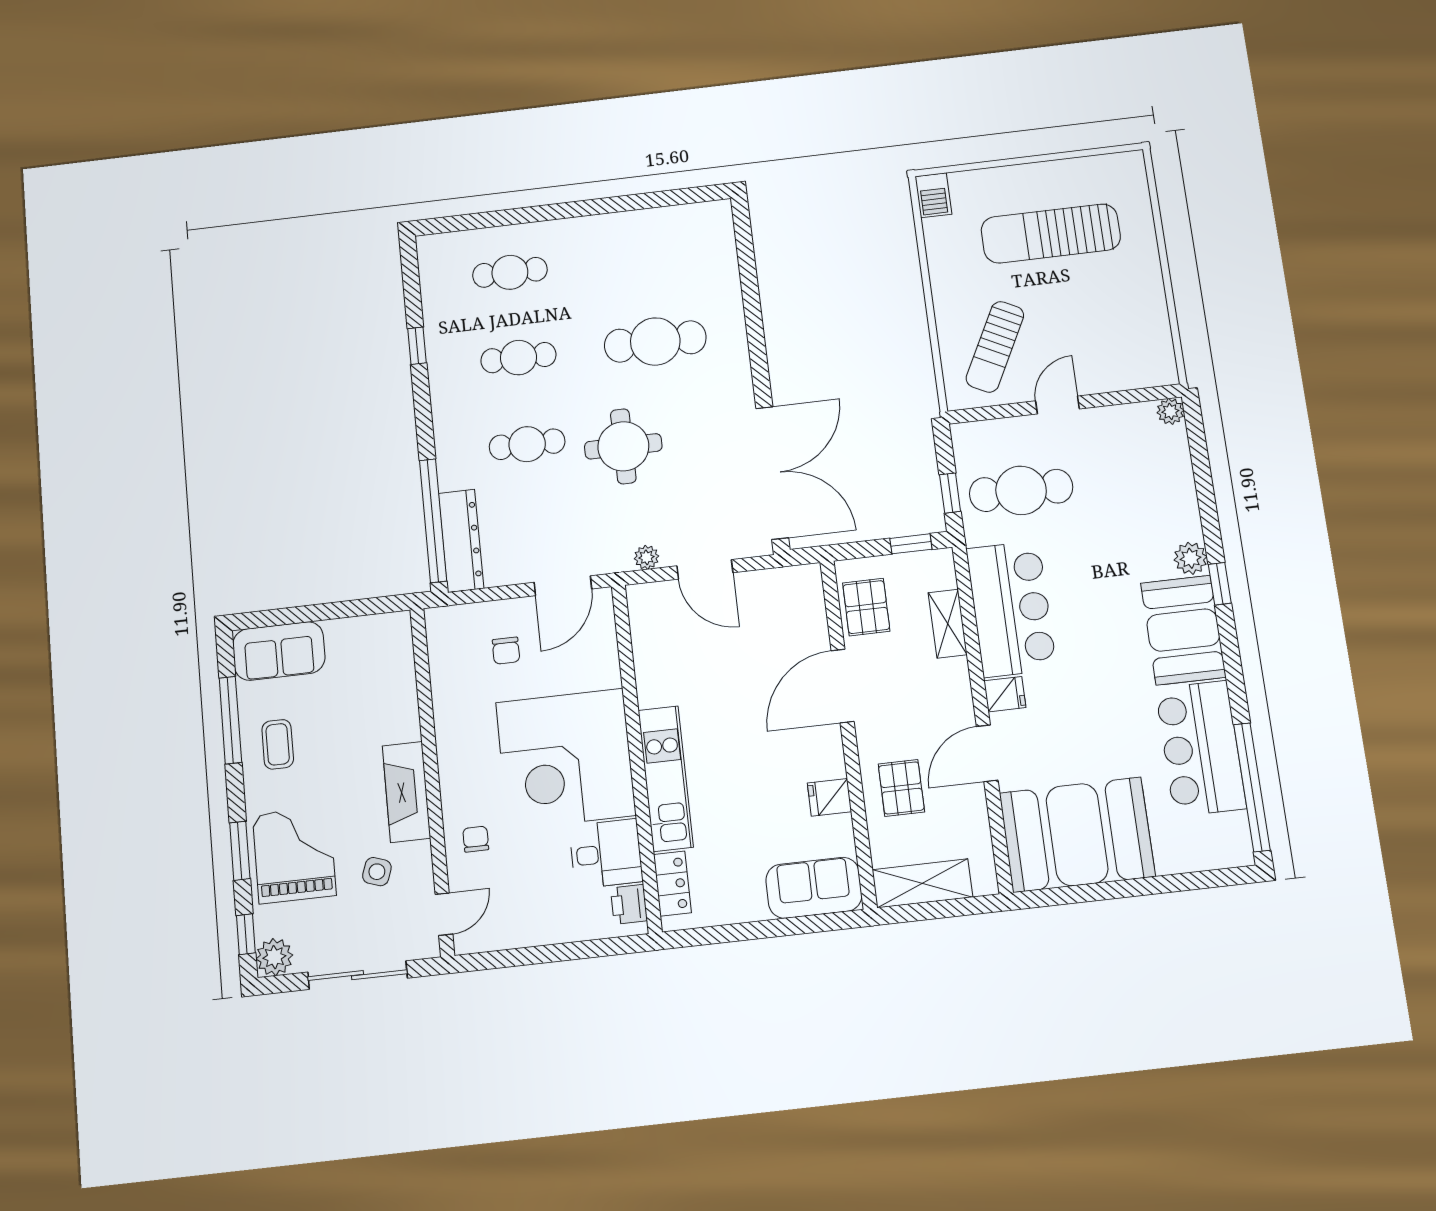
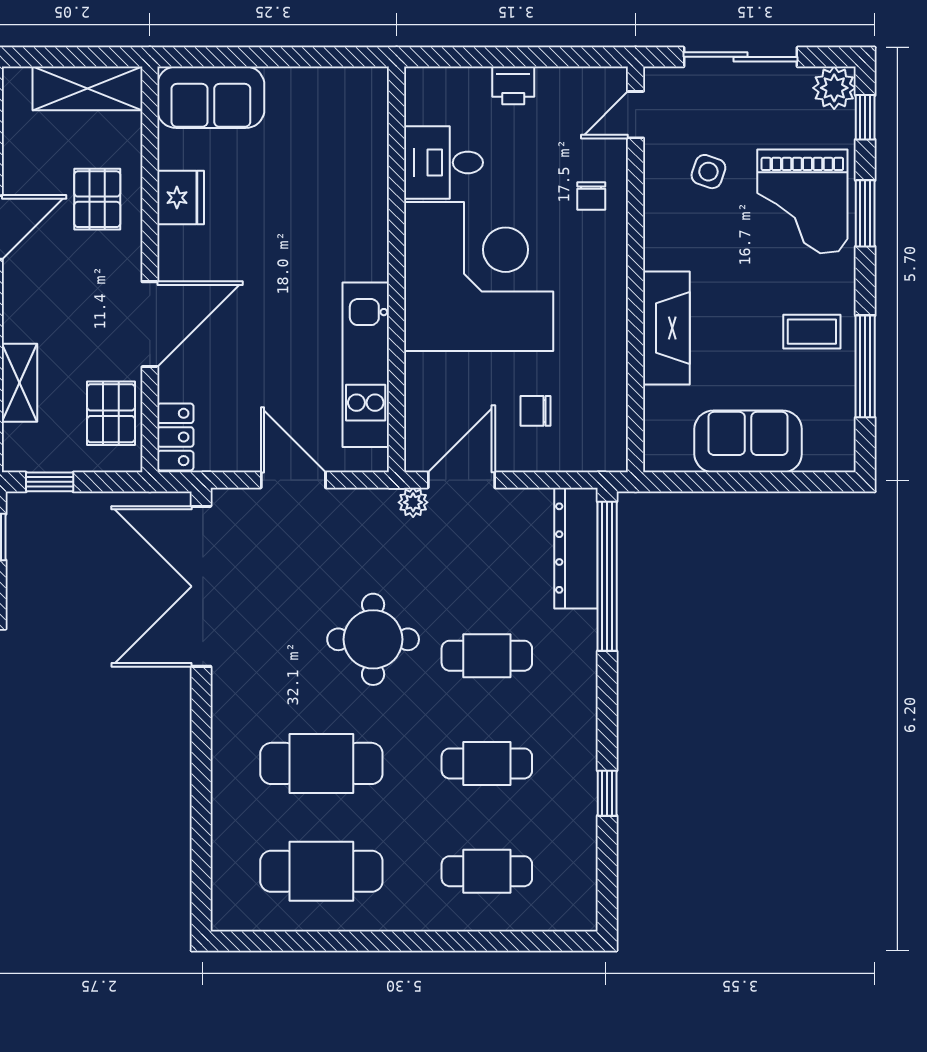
cafe table: (646, 256) -> (321, 871), added
plant: (647, 557) -> (413, 502), moved
sofa: (279, 651) -> (748, 441), moved
chair: (506, 651) -> (536, 411), turned -90
coffee table: (278, 744) -> (812, 332), turned 90
kitchen unit: (666, 778) -> (366, 365), moved
fireplace: (406, 792) -> (666, 328), moved
fridge: (829, 797) -> (181, 198), width x1.38
locker: (672, 884) -> (175, 437), moved, turned 180
printer: (629, 904) -> (513, 85), moved, turned 90

